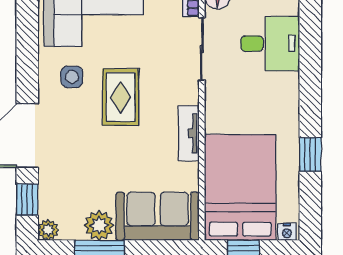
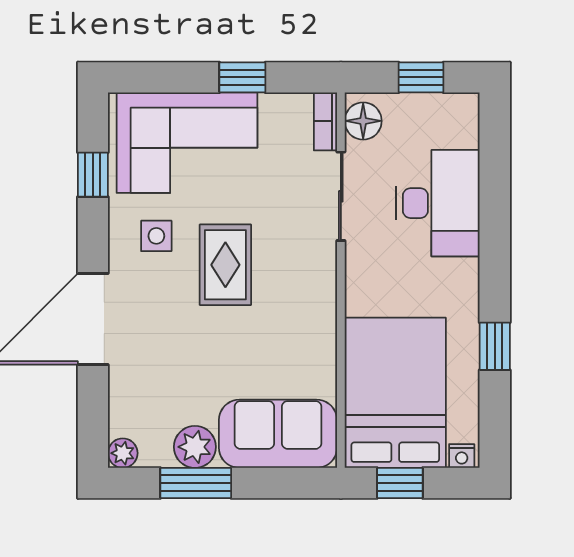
desk: (270, 44) -> (438, 203), width x1.37
tv unit: (189, 133) -> (322, 316), removed
window: (27, 200) -> (93, 175), moved

